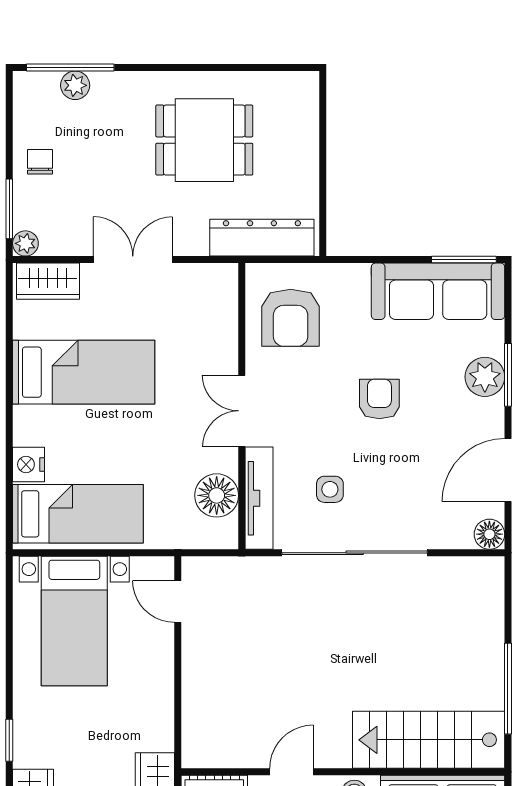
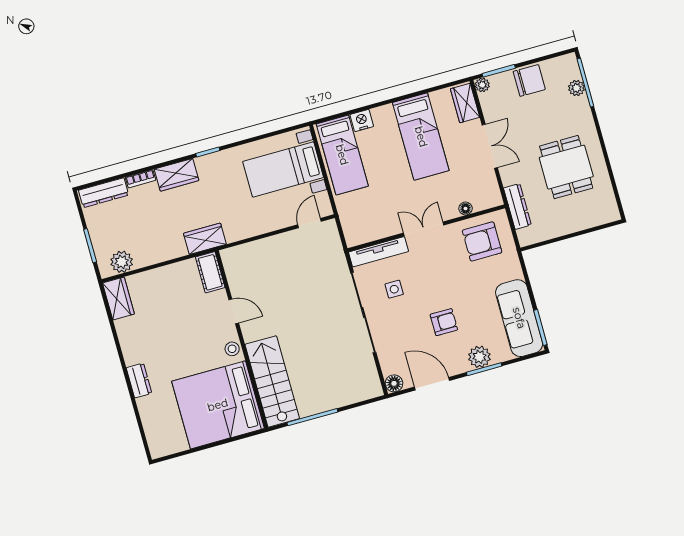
chair: (40, 162) -> (529, 80), width x1.87, depth x1.87
dresser: (262, 238) -> (517, 206), width x0.73, depth x0.80
armchair: (379, 399) -> (444, 322), moved
floor lamp: (217, 495) -> (466, 208), moved, width x0.53, depth x0.53

